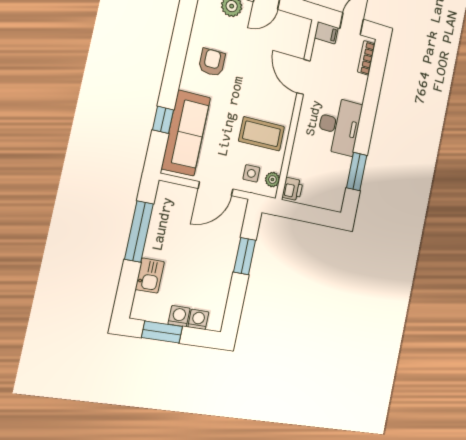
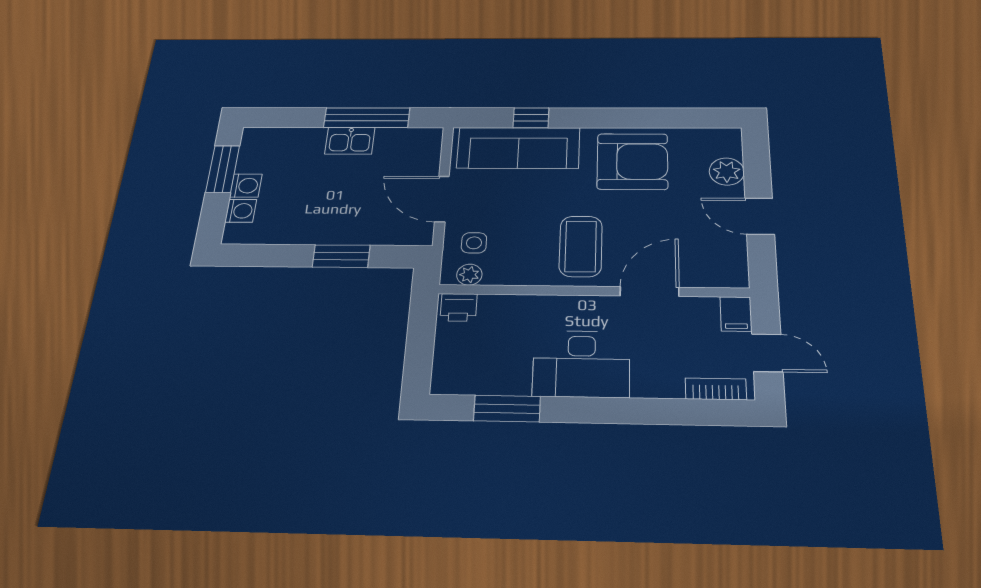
armchair: (212, 62) -> (632, 161), width x1.88, depth x1.88
coffee table: (262, 134) -> (581, 246), moved
kitchen sink: (150, 276) -> (350, 141), moved

